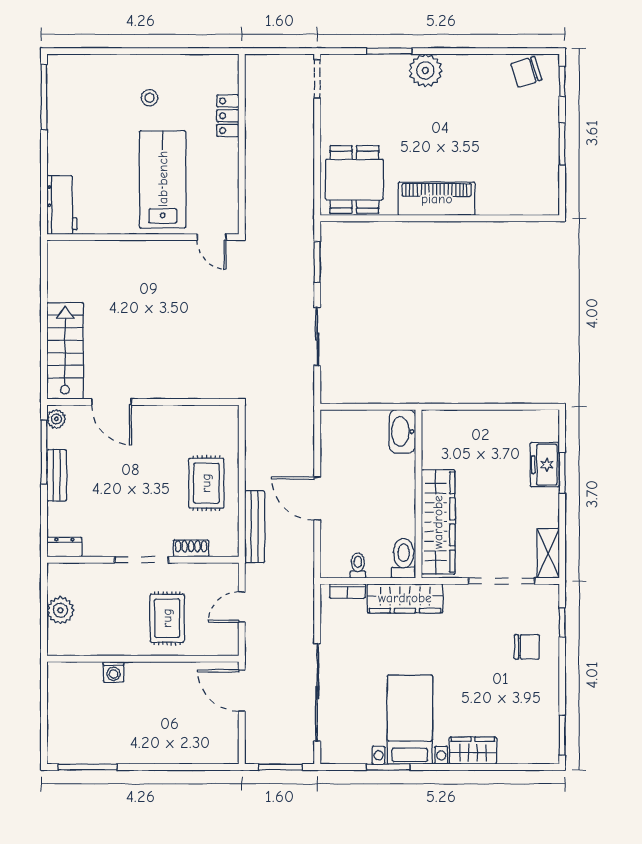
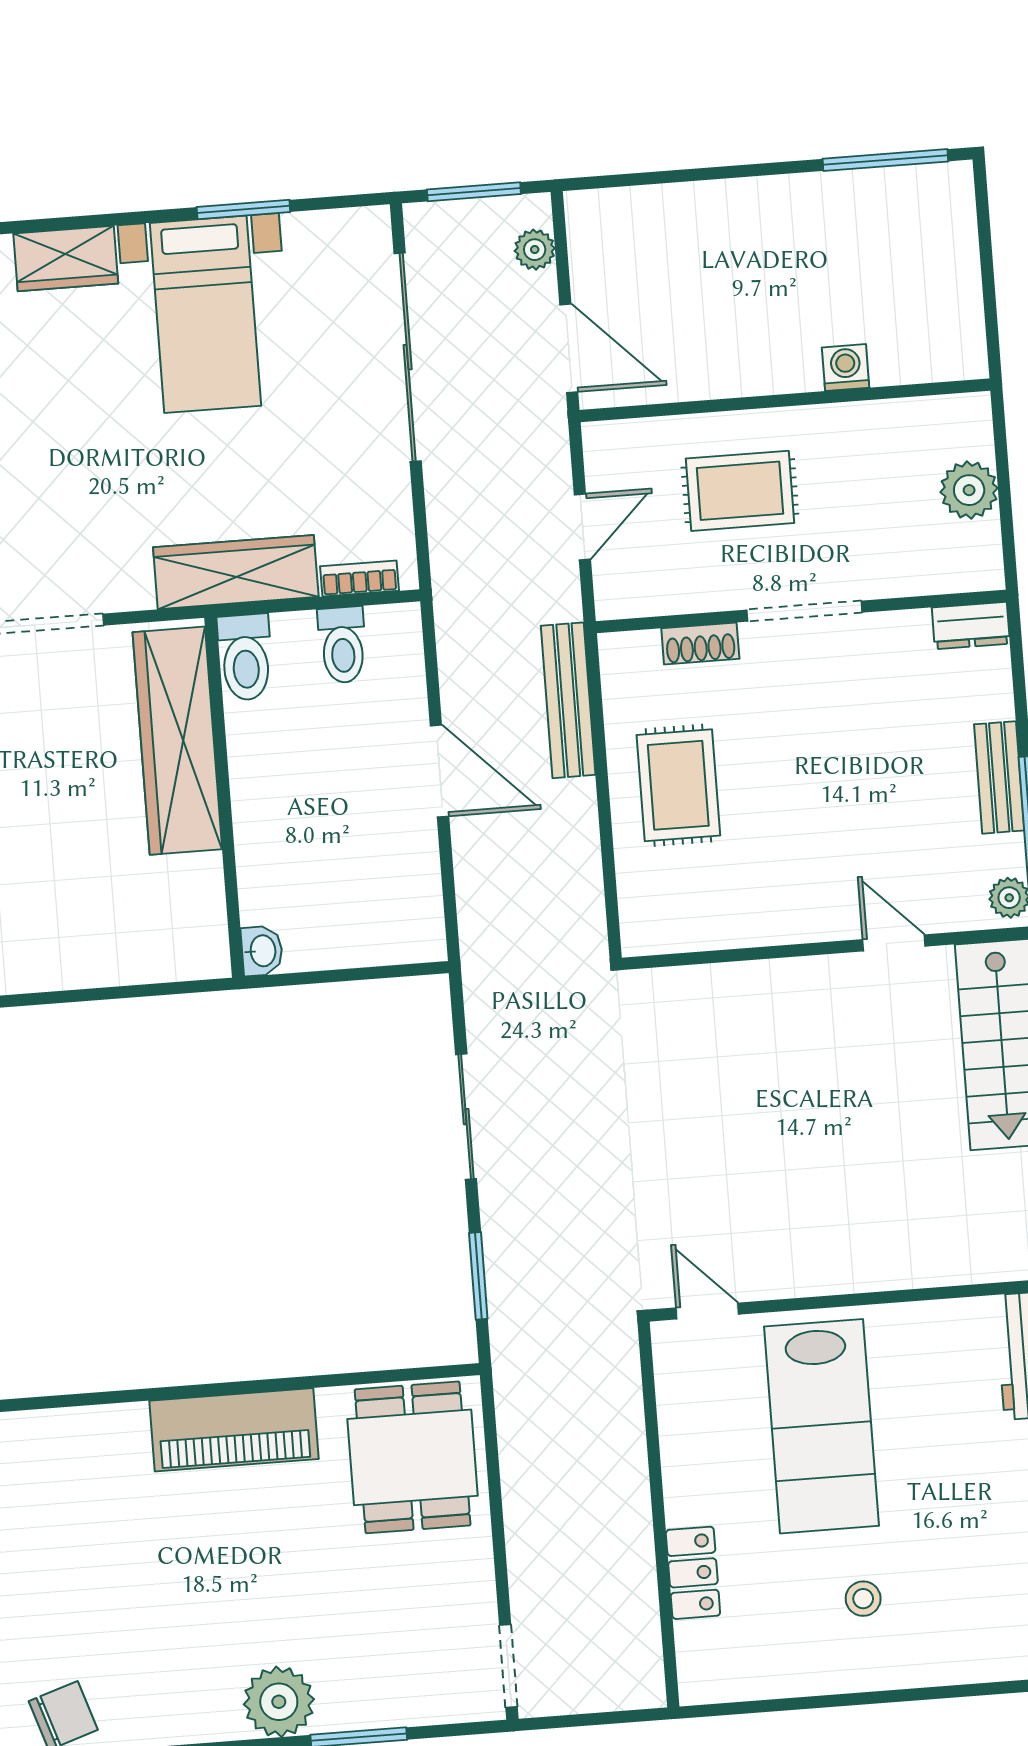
door: (112, 402) -> (894, 943), width x0.73
washbasin: (402, 431) -> (262, 951), width x0.52, depth x0.69
toilet: (358, 565) -> (342, 645), width x1.37, depth x1.39
rug: (167, 618) -> (740, 491), turned 90
plant: (254, 738) -> (535, 250), added

